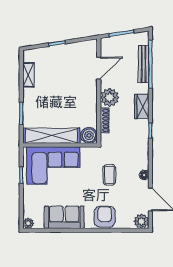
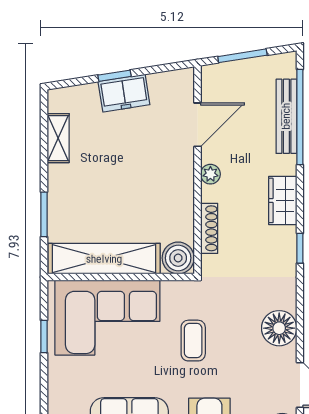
freezer: (62, 52) -> (124, 93), added
plant: (110, 97) -> (210, 174), width x0.53, depth x0.53
coffee table: (109, 175) -> (193, 341), moved
floor lamp: (144, 175) -> (279, 328), width x1.89, depth x1.89

